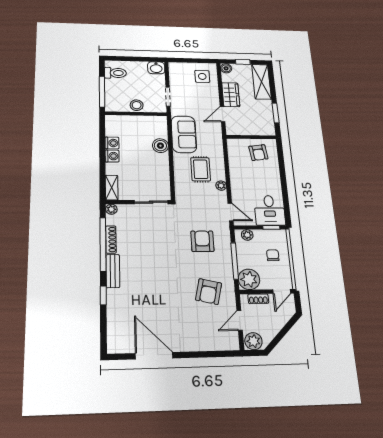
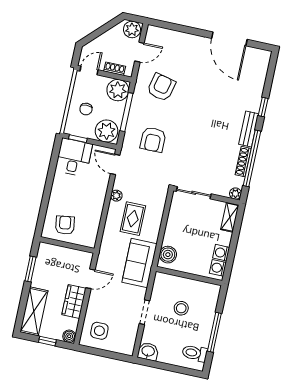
wall: (136, 114) -> (189, 276), moved
plant: (247, 235) -> (107, 131), width x1.88, depth x1.88

